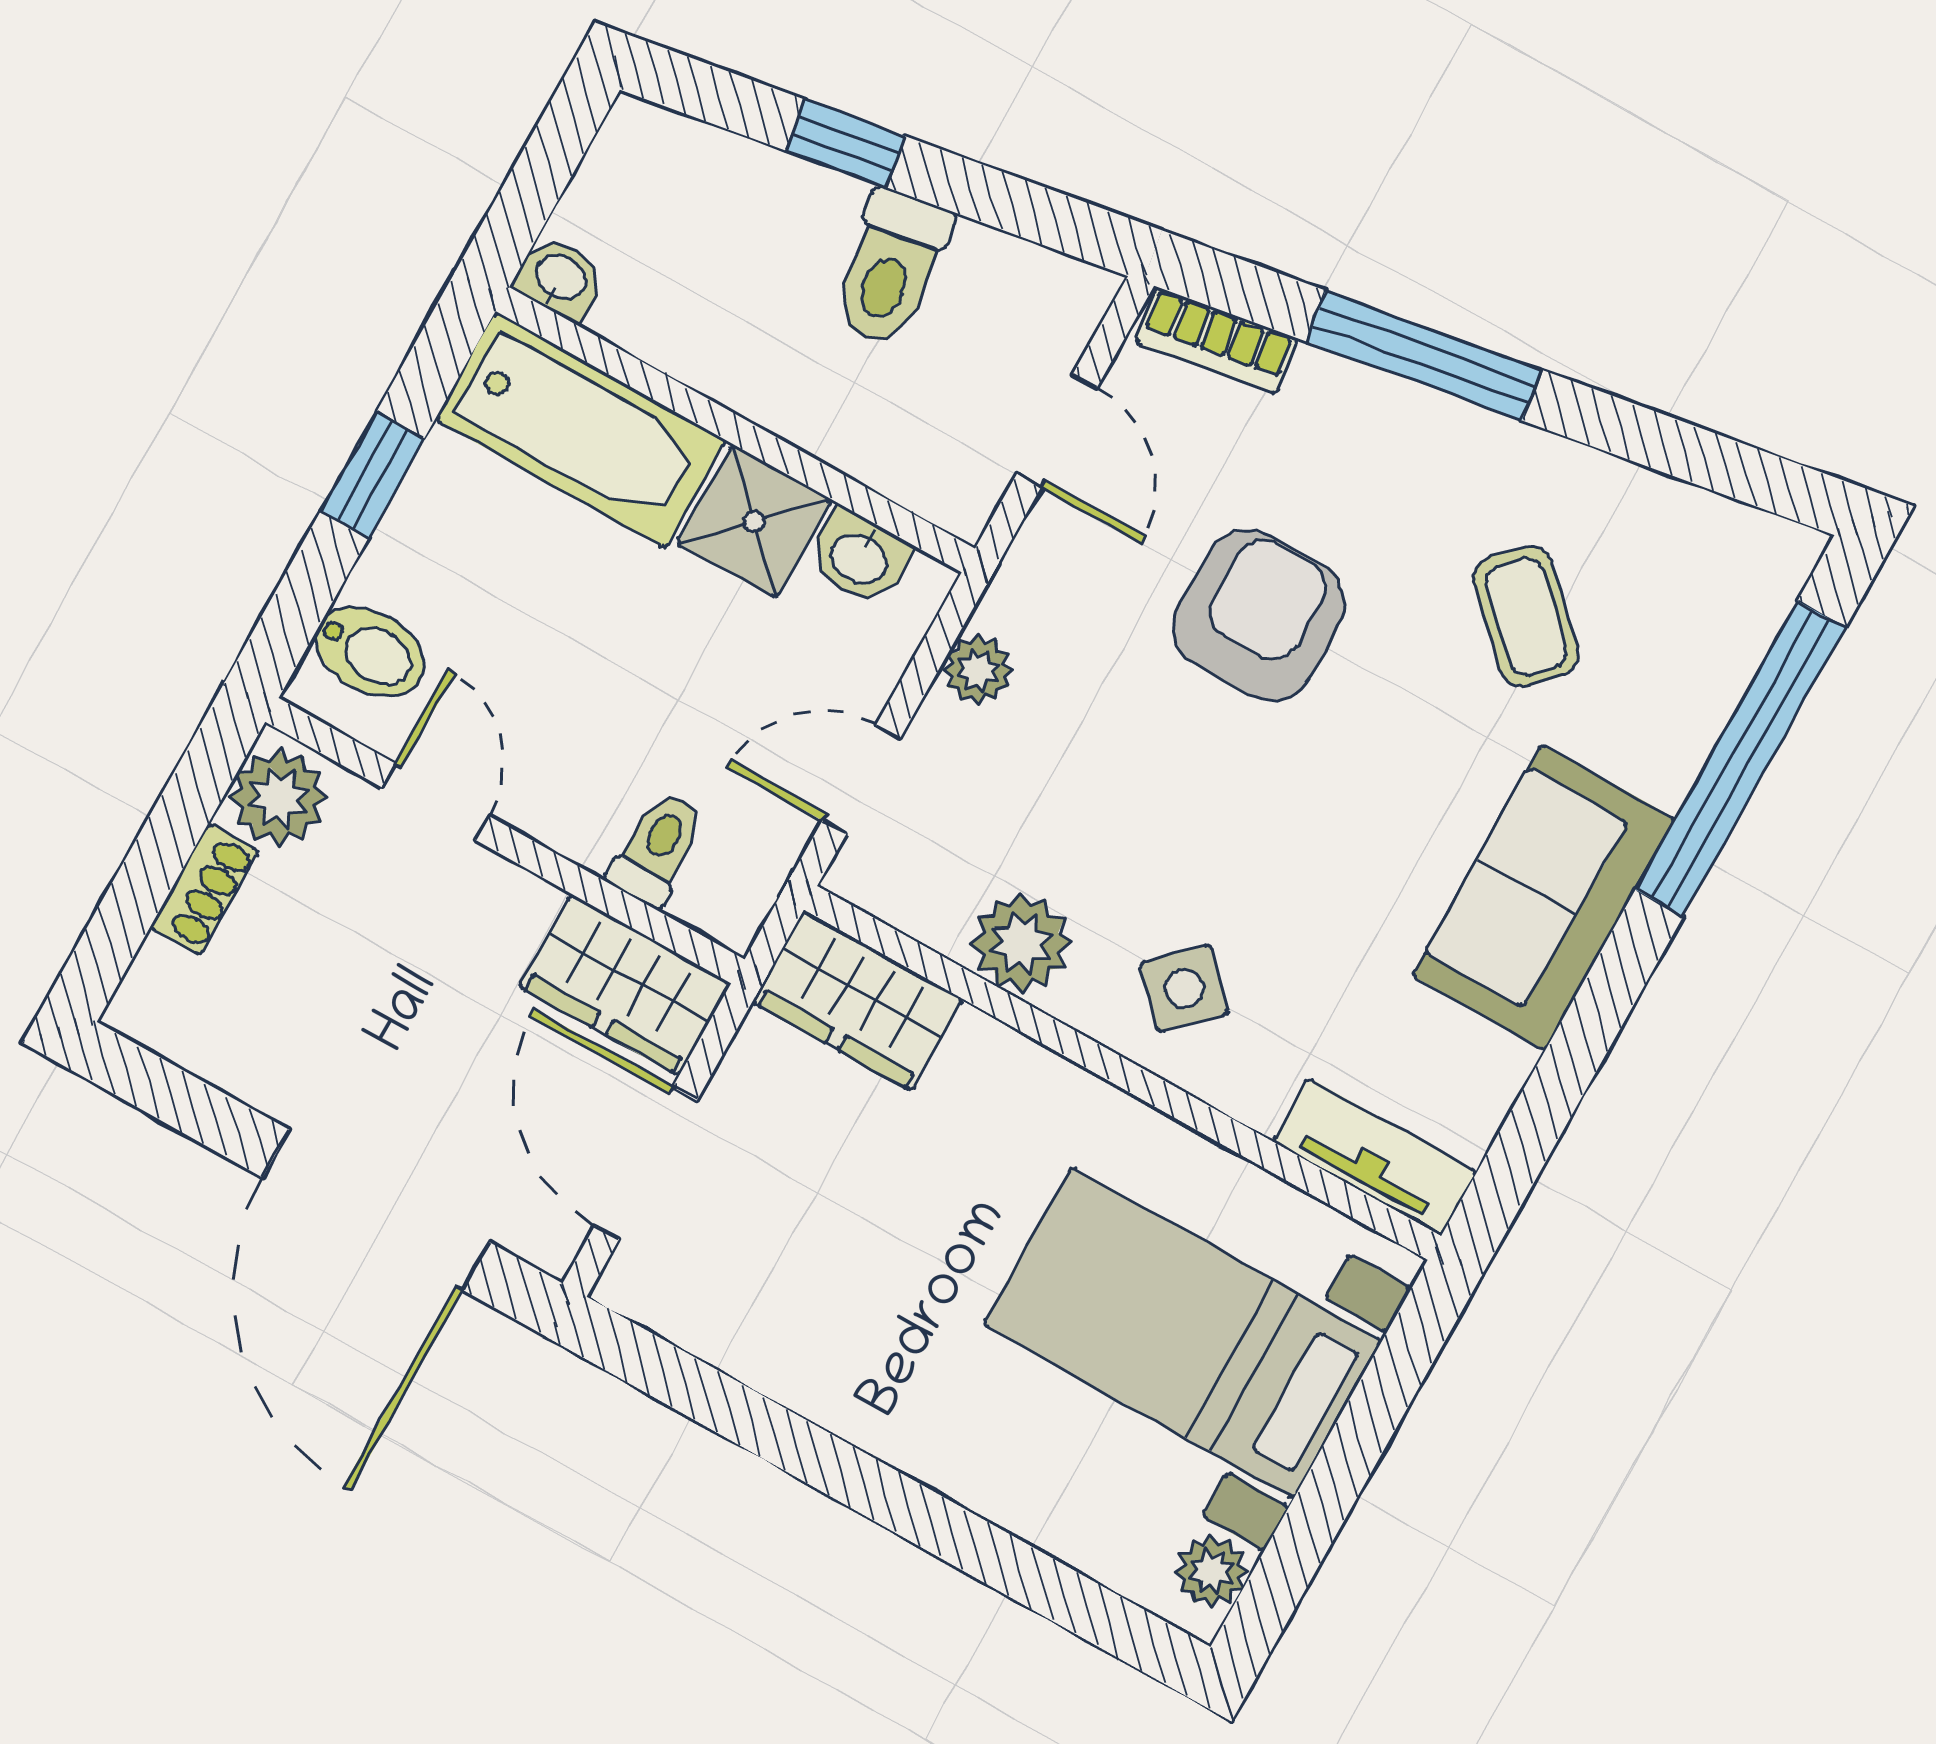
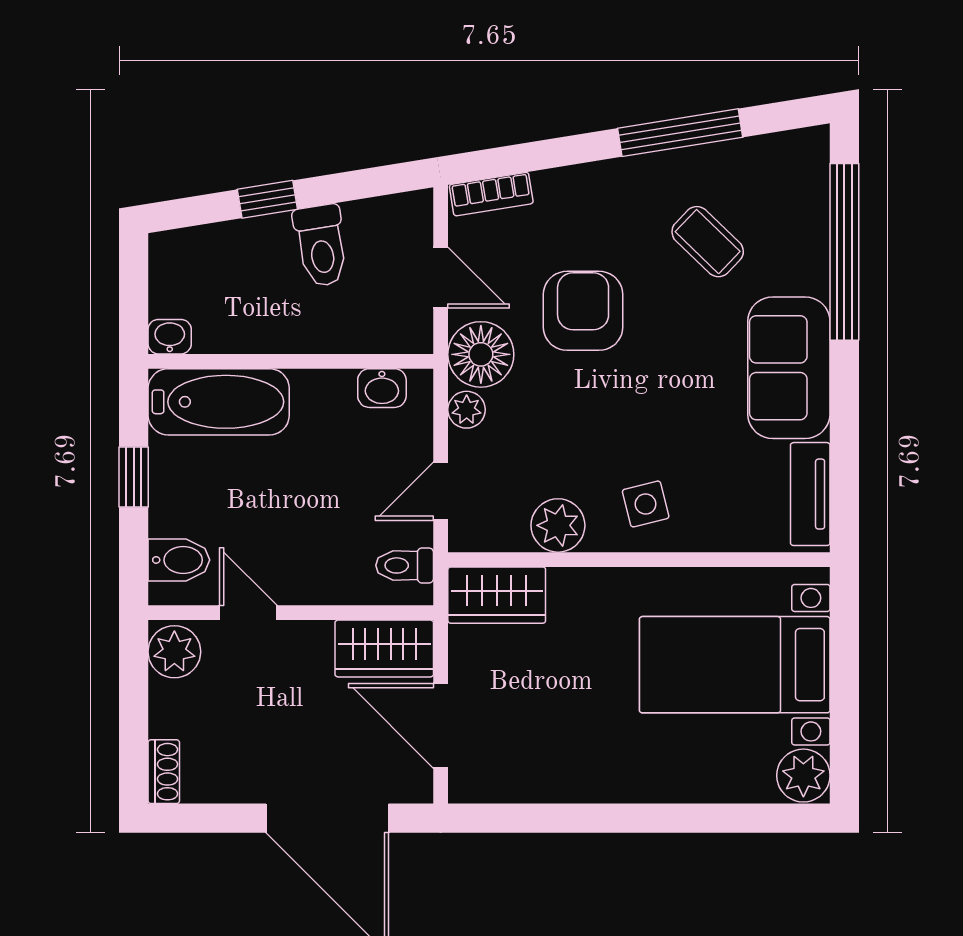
window: (1424, 355) -> (680, 133), moved
shower: (754, 521) -> (324, 399), removed
floor lamp: (1052, 593) -> (481, 354), added
toilet: (657, 849) -> (405, 565), moved, turned -90
shoe rack: (204, 889) -> (164, 772), moved
side table: (1184, 988) -> (646, 504), turned 30
tv unit: (1375, 1157) -> (810, 494), moved, turned -90
plant: (1212, 1572) -> (803, 776), width x1.38, depth x1.38

